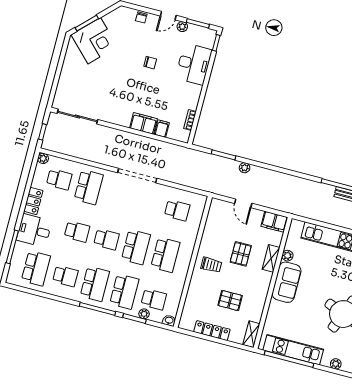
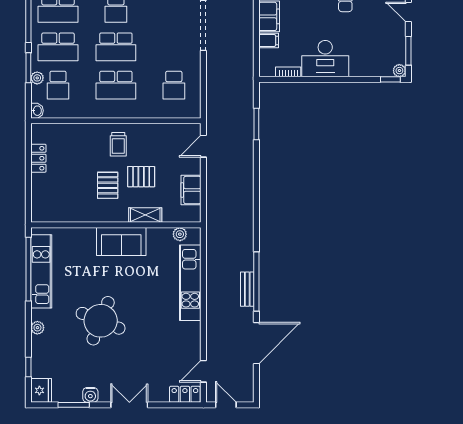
plant: (182, 27) -> (399, 71), moved
desk: (194, 64) -> (325, 59), moved
plant: (245, 168) -> (247, 154), removed
door: (243, 203) -> (203, 146), moved
filing cabinet: (274, 222) -> (191, 190), moved
plant: (287, 256) -> (180, 234), moved
pallet: (230, 300) -> (108, 185), moved
locker: (212, 331) -> (38, 158), width x0.66
shelving: (251, 334) -> (47, 215), removed

